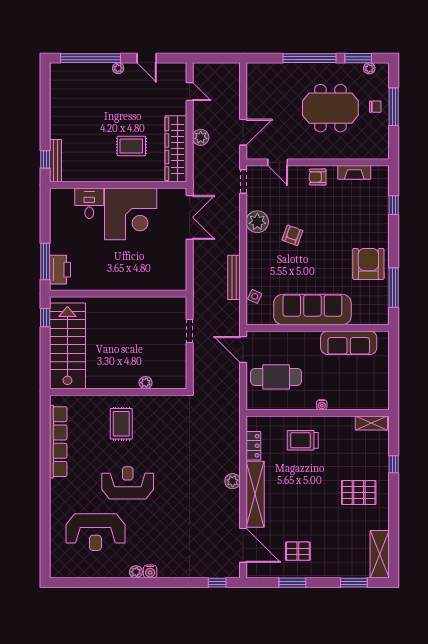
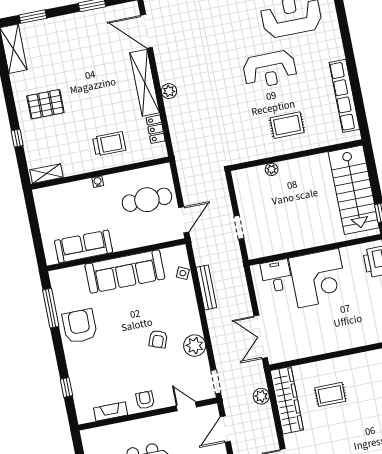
plant: (201, 137) -> (261, 396), moved
armchair: (318, 177) -> (145, 400), turned -90
desk: (89, 203) -> (276, 276), moved, turned 180
corner desk: (131, 214) -> (318, 278), moved, turned 180
armchair: (368, 264) -> (80, 326), turned 180
door: (243, 350) -> (184, 220), hinge flipped
rug: (121, 424) -> (287, 125), turned 90
pallet: (298, 551) -> (93, 36), removed

